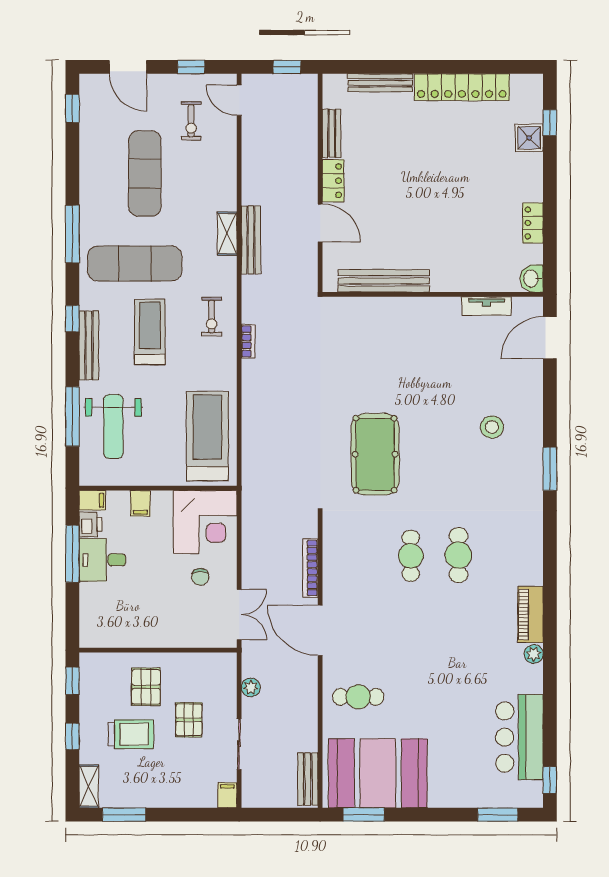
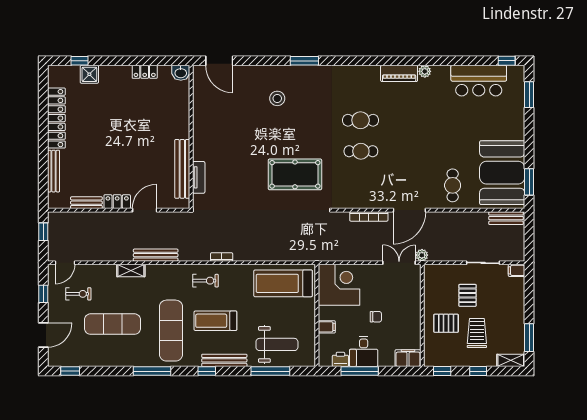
shelving: (227, 234) -> (131, 271), moved
tv unit: (487, 306) -> (199, 177), moved
filing cabinet: (92, 500) -> (408, 358), moved, width x2.00
chair: (200, 577) -> (376, 317), moved
plant: (251, 687) -> (422, 255), moved
pallet: (189, 720) -> (467, 295), turned 90

